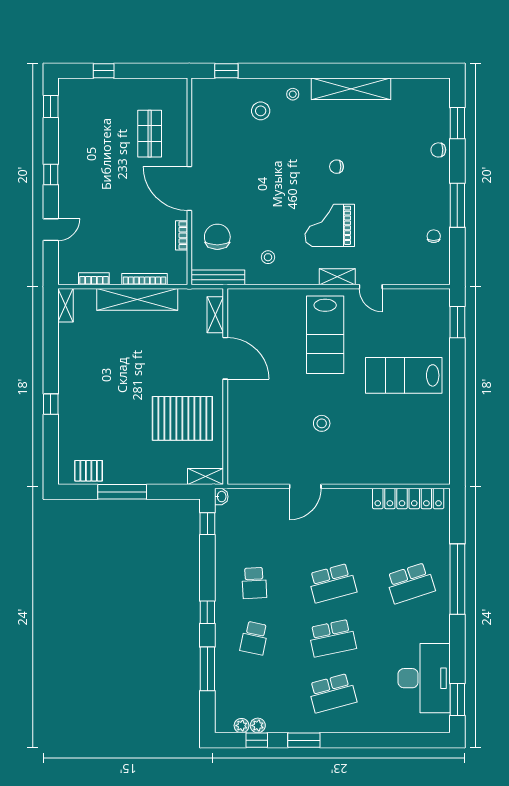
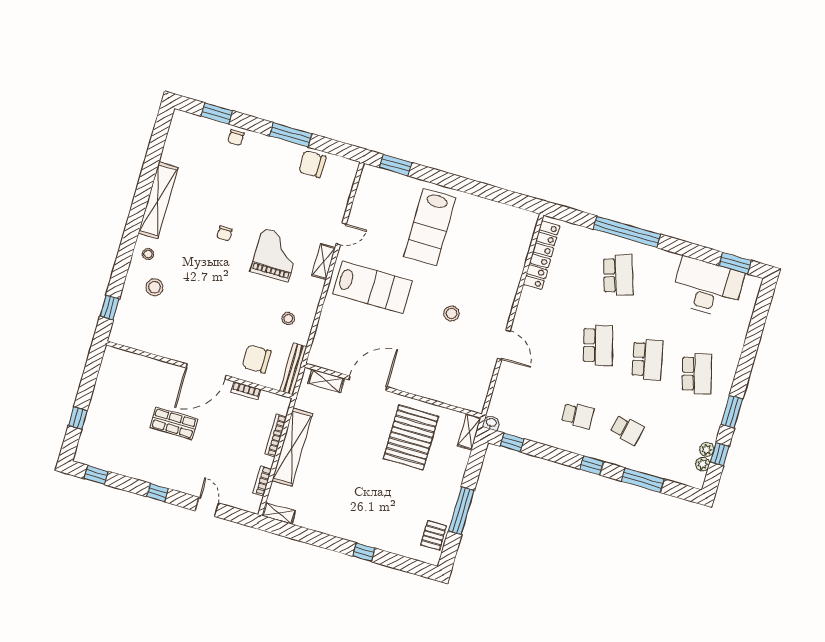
shop shelf: (150, 134) -> (174, 423), moved
grand piano: (330, 225) -> (275, 255), turned 180
chair: (434, 236) -> (312, 164), width x1.87, depth x1.87

